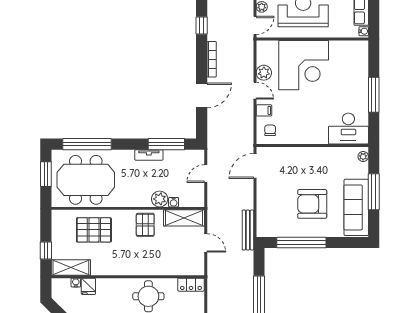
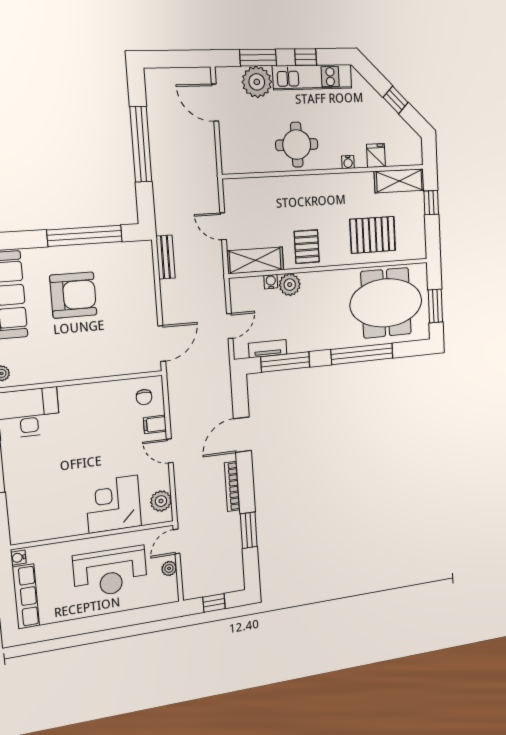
window: (202, 25) -> (249, 530), width x1.50
corner desk: (304, 65) -> (113, 504), width x0.74, depth x0.74
plant: (264, 73) -> (161, 501), moved
window: (87, 144) -> (362, 354), moved
tv unit: (149, 155) -> (268, 349), moved
bench: (248, 230) -> (165, 257), width x0.73
water cooler: (76, 283) -> (348, 162), moved
locker: (191, 285) -> (240, 164), removed

